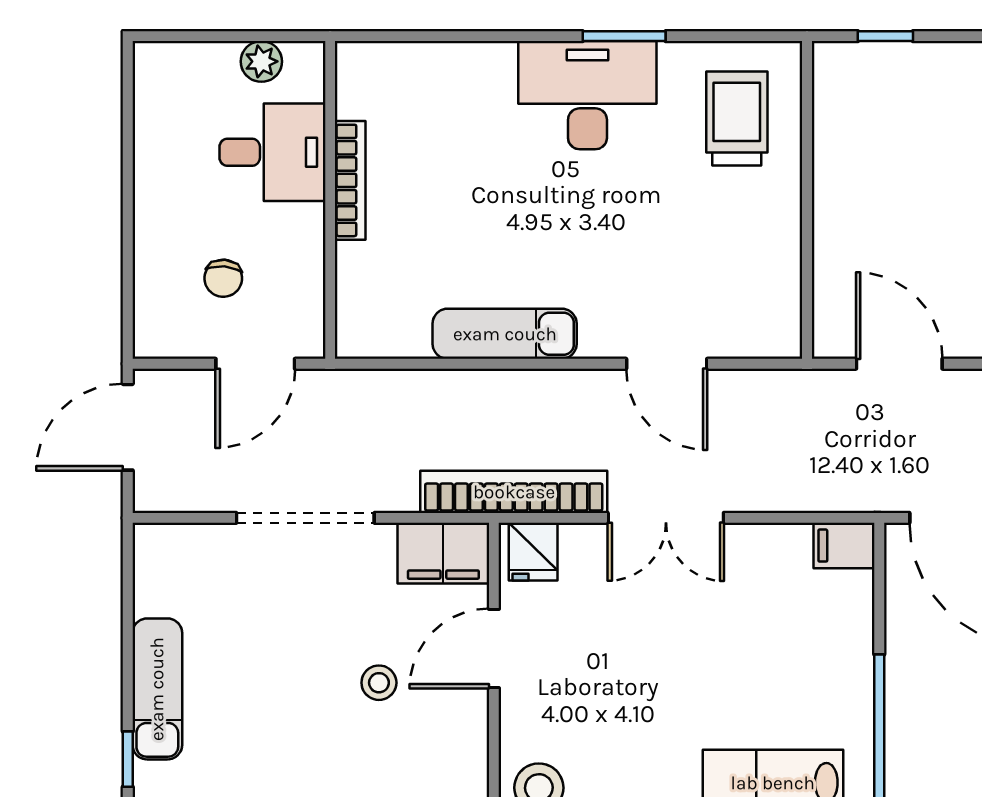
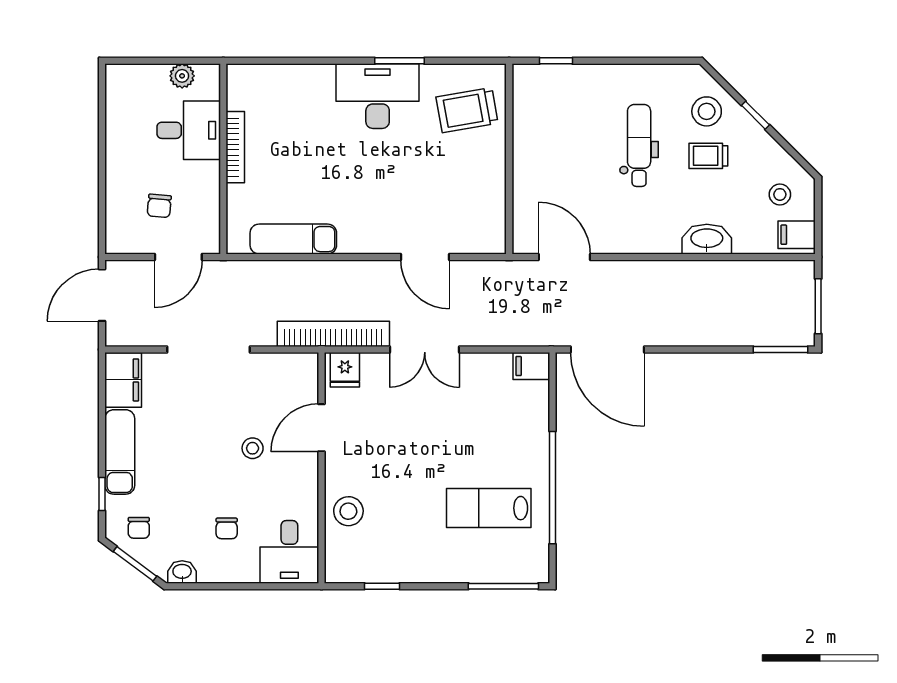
trolley: (737, 119) -> (467, 110), turned -100
exam couch: (505, 334) -> (293, 239), moved
filing cabinet: (443, 553) -> (123, 380), moved, turned -90

